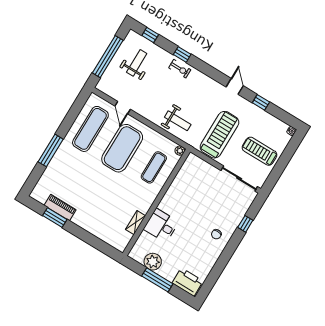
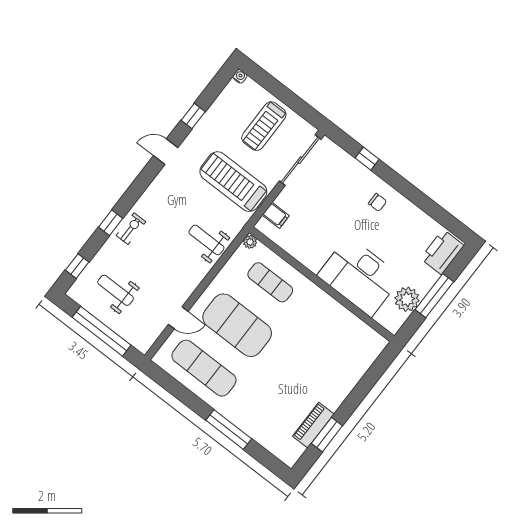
weight bench: (178, 121) -> (206, 240), turned -90
filing cabinet: (200, 166) -> (276, 215), added
shelving: (136, 223) -> (348, 318), removed
desk: (161, 226) -> (360, 276), width x1.87, depth x1.30

